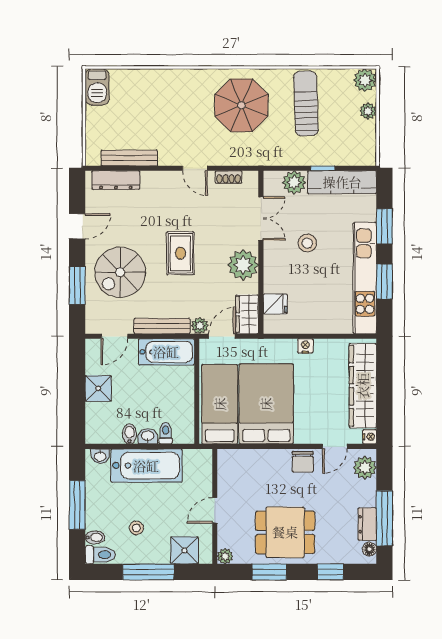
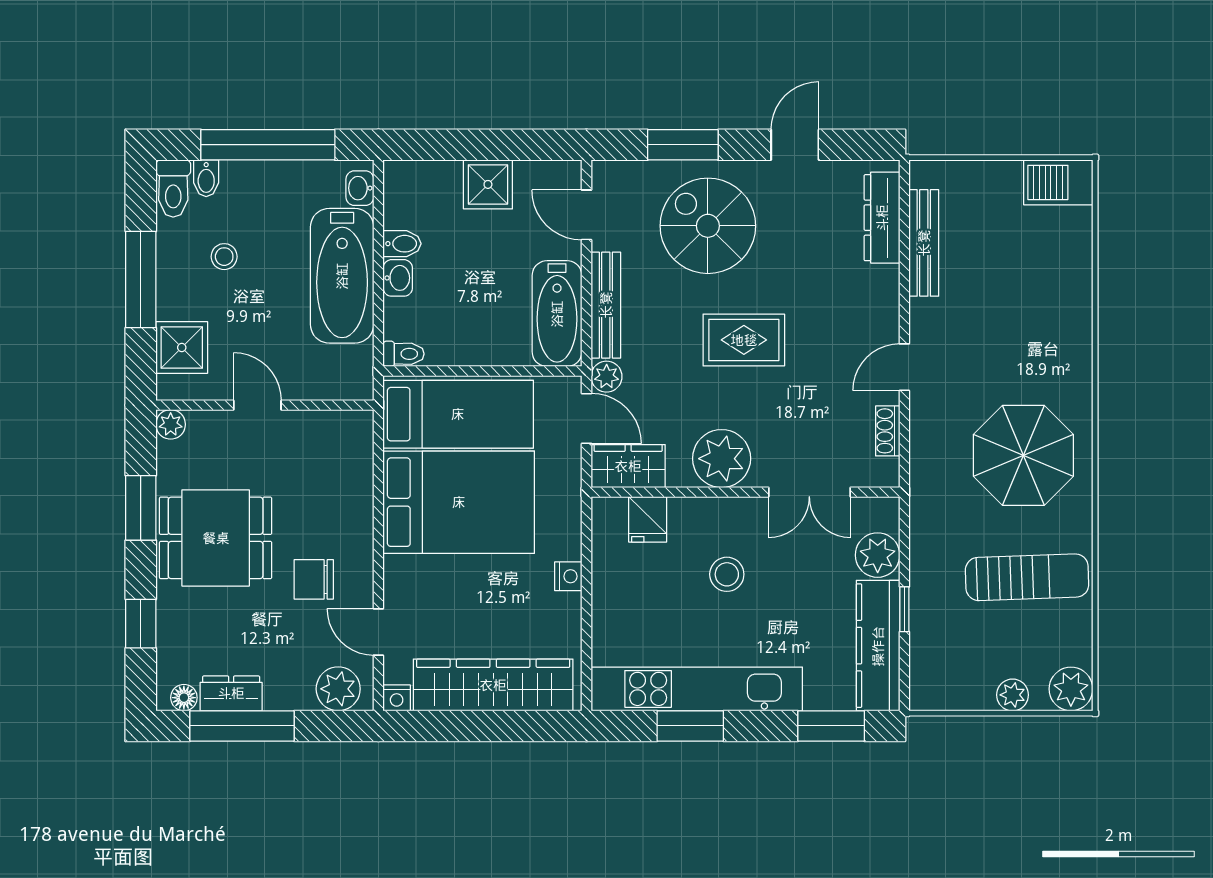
door: (77, 226) -> (795, 145), swing flipped
window: (384, 226) -> (831, 726), moved
stool: (307, 243) -> (727, 574), moved
toilet: (166, 433) -> (403, 354), moved
chair: (303, 462) -> (314, 579), moved
window: (77, 505) -> (268, 145), width x1.46
dining table: (285, 532) -> (216, 538), turned 90

